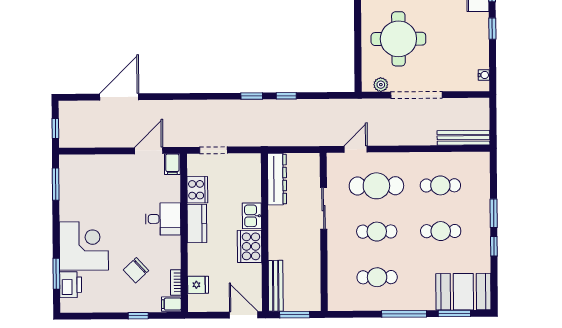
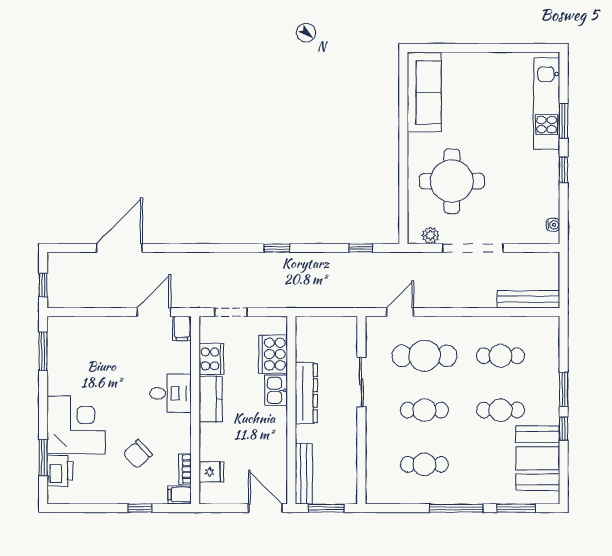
window: (286, 96) -> (361, 248), moved
dresser: (277, 179) -> (306, 393), moved
cooker: (250, 246) -> (273, 354), moved
booth: (463, 292) -> (538, 458), moved, turned 90

